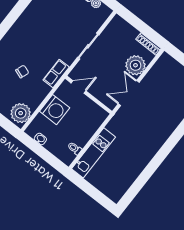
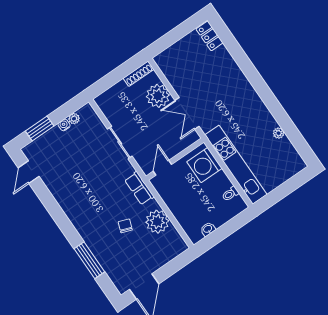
washing machine: (55, 110) -> (204, 165), moved, turned 180
plant: (21, 113) -> (157, 222), moved
kitchen unit: (94, 153) -> (236, 165), width x1.36
plant: (136, 172) -> (279, 133), added

